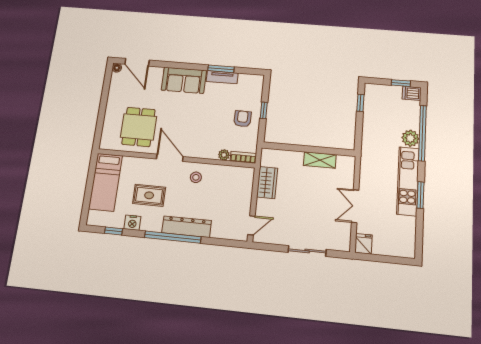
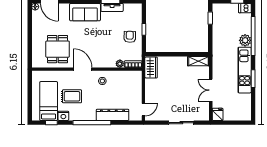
shelving: (320, 160) -> (198, 61), moved
bed: (106, 182) -> (49, 101), moved, turned 180
wardrobe: (267, 183) -> (151, 68), moved
dresser: (187, 227) -> (113, 115), moved

